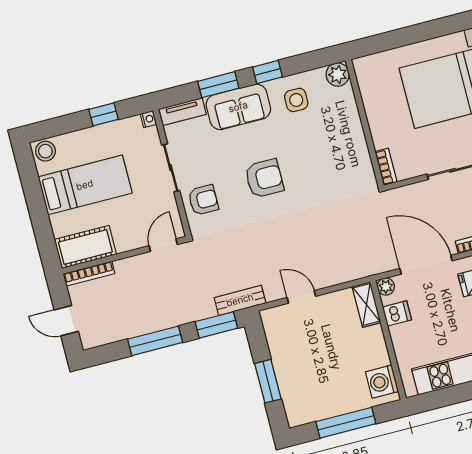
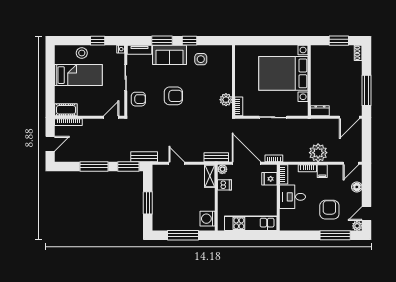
plant: (338, 75) -> (226, 100), moved
stool: (45, 151) -> (82, 53), moved
cot: (85, 247) -> (66, 110), width x0.73, depth x0.75
bench: (369, 268) -> (216, 157), added
door: (66, 321) -> (50, 144), swing flipped

